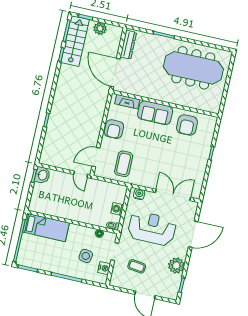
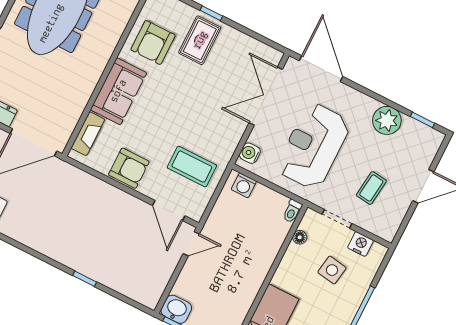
armchair: (187, 125) -> (153, 42), turned 90
rug: (195, 151) -> (200, 40), added
washing machine: (117, 209) -> (244, 185), moved
door: (193, 234) -> (321, 69), moved

